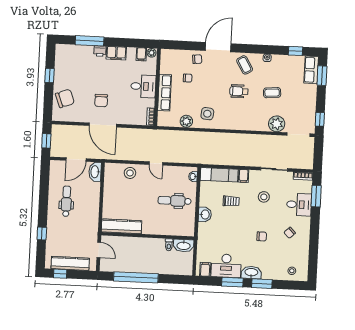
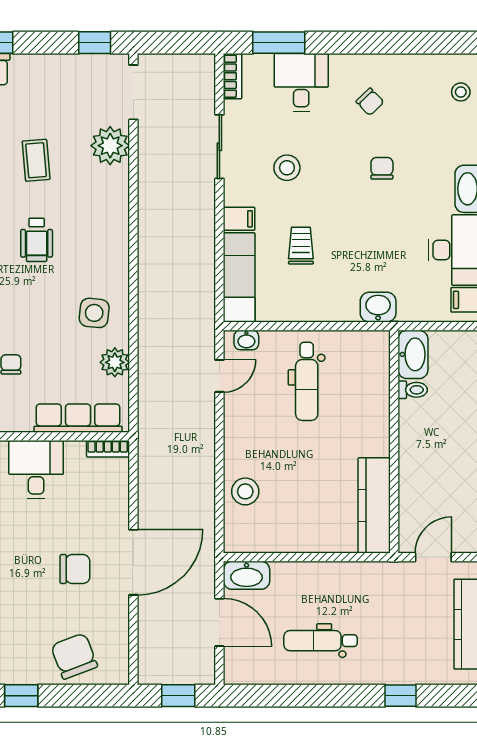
row of seats: (164, 93) -> (78, 418), moved
door: (156, 163) -> (219, 376), moved
washbasin: (205, 215) -> (378, 307), moved

